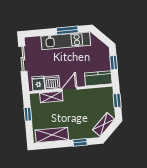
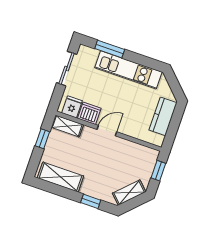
window: (67, 30) -> (110, 49), moved
window: (114, 63) -> (175, 123), removed
kitchen counter: (98, 78) -> (163, 116), moved, turned -90
shelving: (51, 97) -> (67, 126), moved

